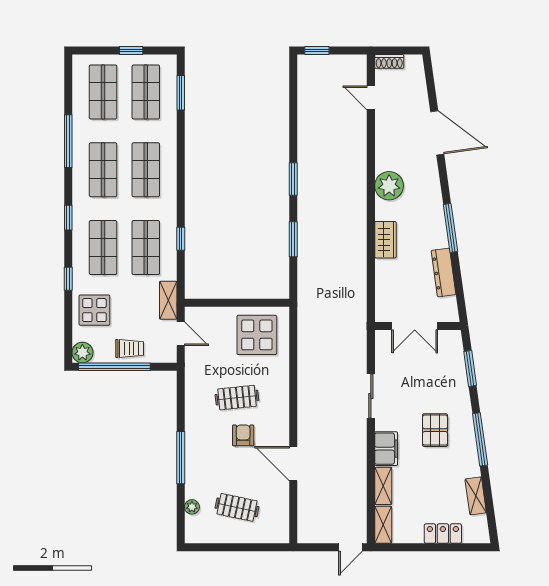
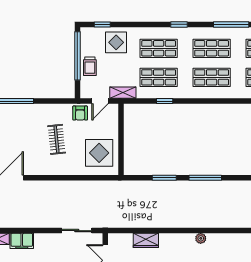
window: (293, 179) -> (205, 178), width x1.44
plant: (389, 186) -> (201, 238), width x0.53, depth x0.53
wardrobe: (385, 240) -> (146, 240), moved
window: (68, 279) -> (102, 24), moved
plant: (82, 352) -> (87, 34), removed
sliding door: (371, 396) -> (77, 231), moved
armchair: (243, 435) -> (80, 113), moved, turned 90

